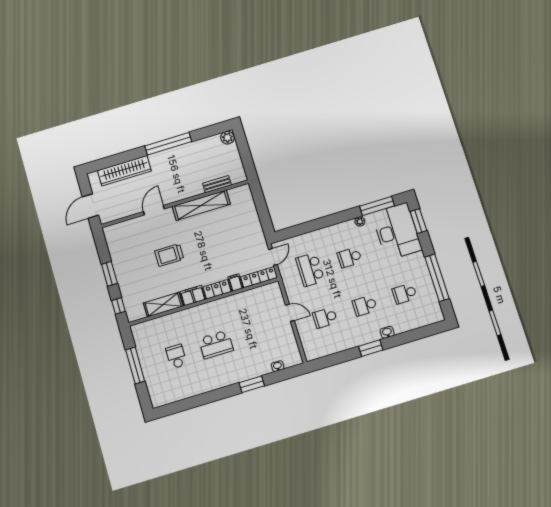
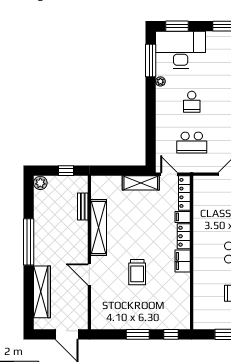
window: (246, 158) -> (66, 171), added
shelving: (163, 305) -> (141, 183), moved, turned 90

